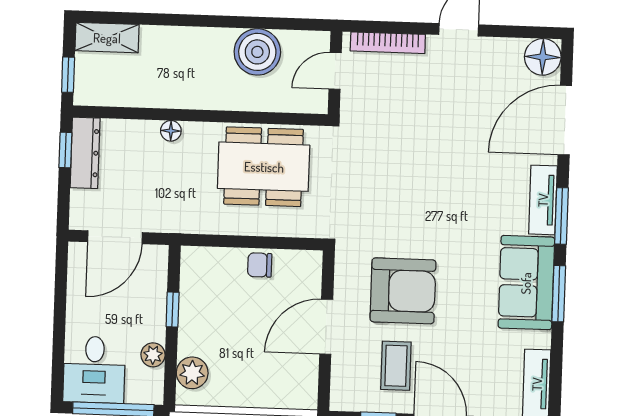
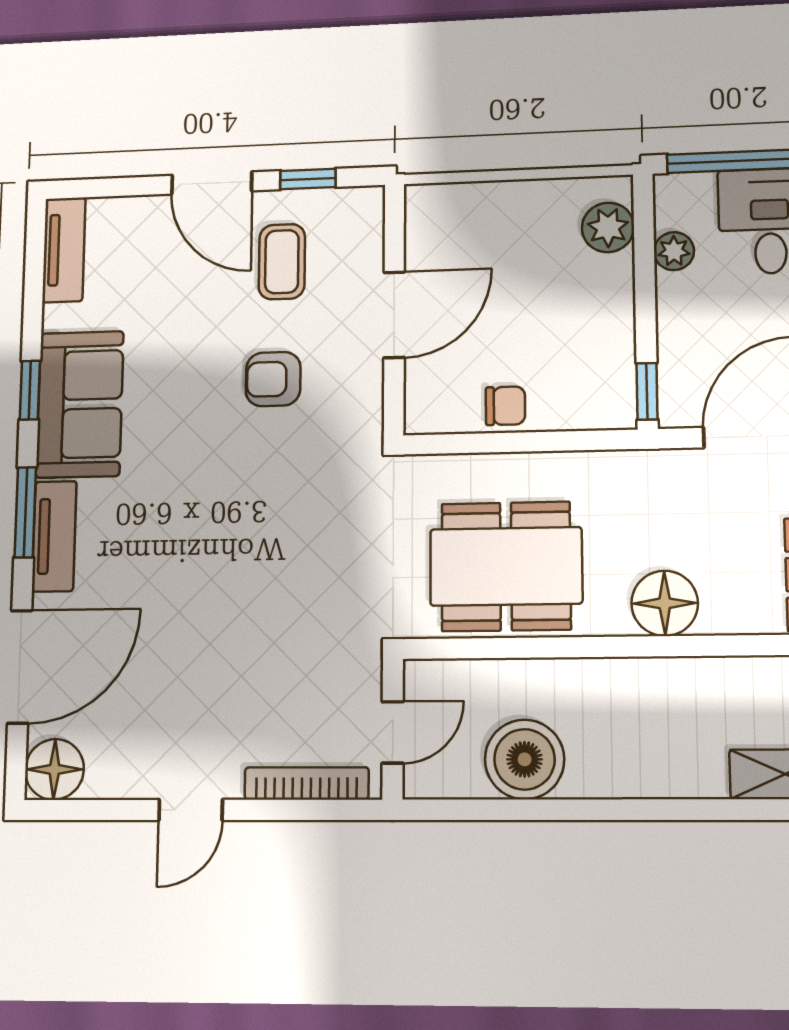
floor lamp: (171, 131) -> (665, 603), width x1.89, depth x1.89
armchair: (403, 291) -> (273, 379), width x0.53, depth x0.53
window: (559, 294) -> (30, 390), width x0.67
window: (173, 309) -> (647, 391), moved

